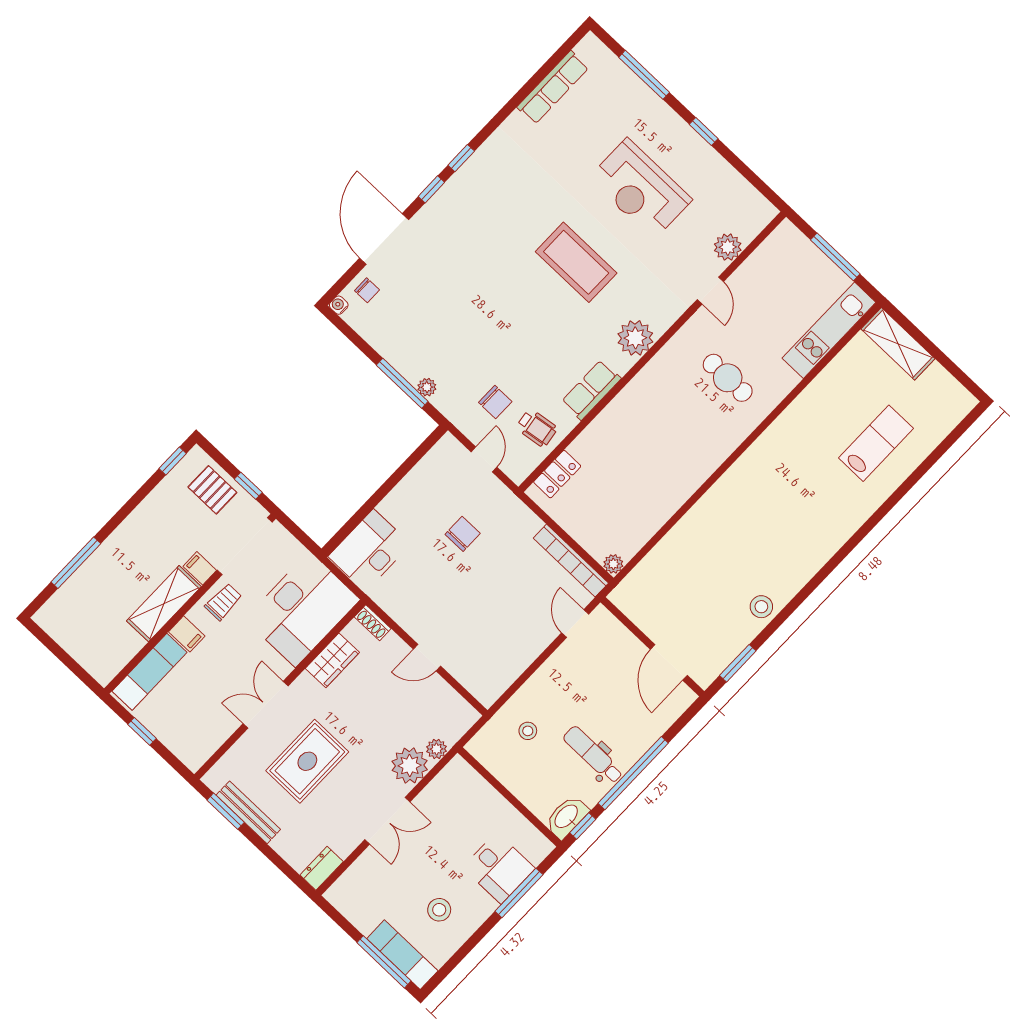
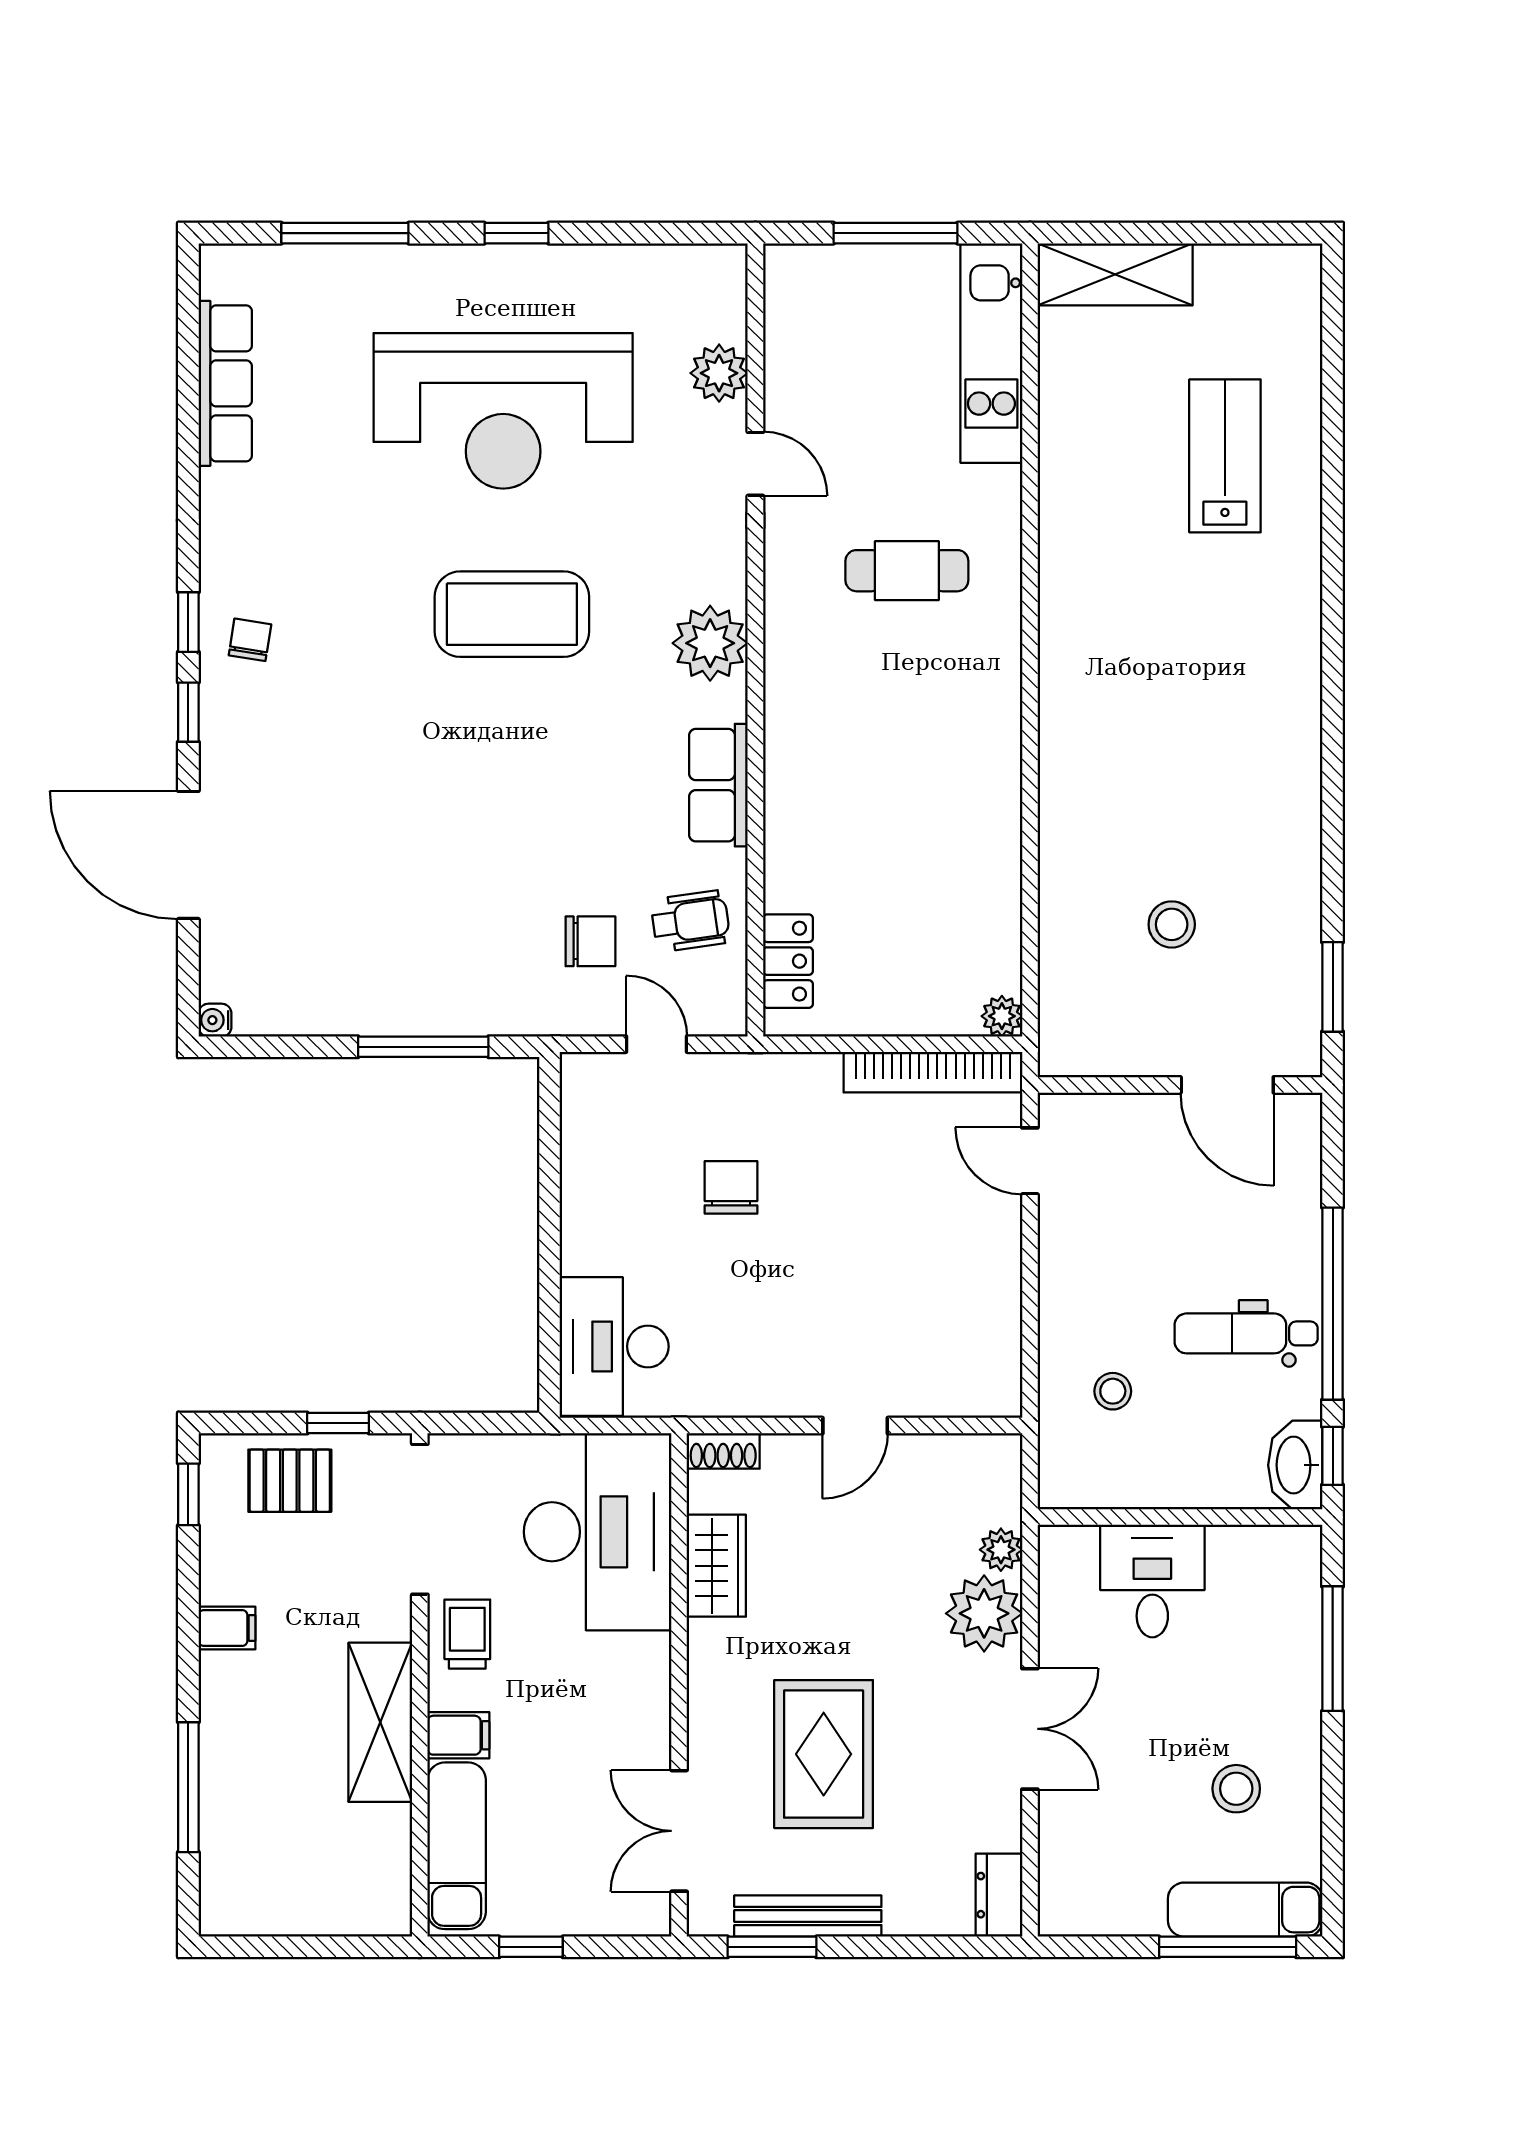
reception desk: (640, 189) -> (503, 411), width x1.36, depth x1.30
chair: (367, 290) -> (250, 640), moved, turned -81
plant: (427, 387) -> (466, 1017), removed
filing cabinet: (200, 568) -> (227, 1628), moved, turned 180
stool: (761, 607) -> (1172, 924), moved
double door: (266, 705) -> (679, 1831), moved
desk: (499, 868) -> (1152, 1581), moved, turned -90

